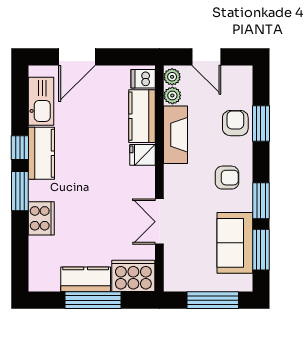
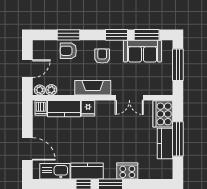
fireplace: (176, 135) -> (93, 88), moved

